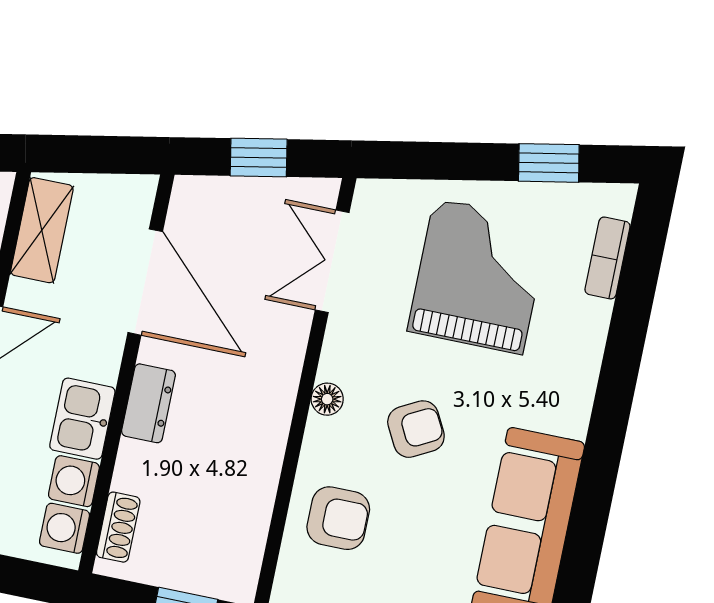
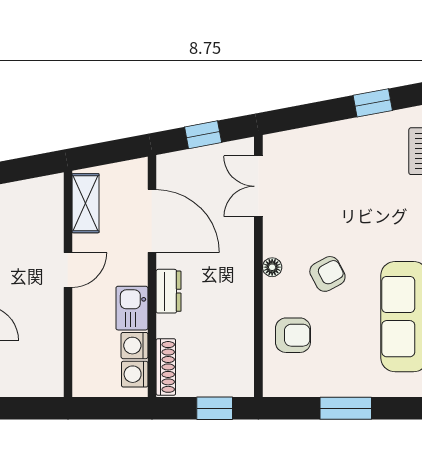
grand piano: (478, 276) -> (345, 177), removed
shoe rack: (118, 527) -> (166, 367), width x1.43

